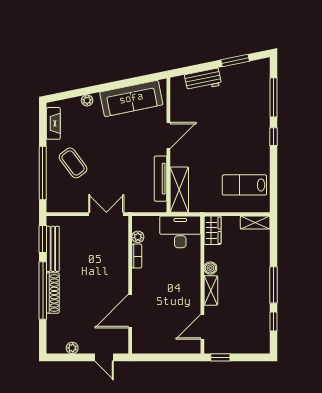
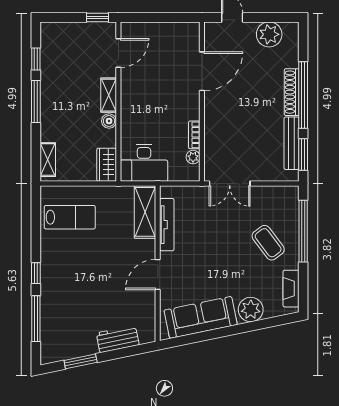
plant: (87, 100) -> (251, 310), width x1.87, depth x1.87
shelving: (255, 222) -> (48, 160), moved, turned 90
plant: (72, 348) -> (269, 34), width x1.88, depth x1.88

